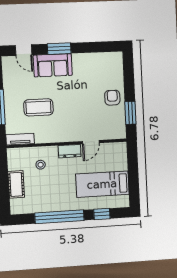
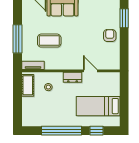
window: (130, 113) -> (124, 18), moved
door: (91, 142) -> (90, 71), swing flipped
cot: (16, 184) -> (28, 85), moved

